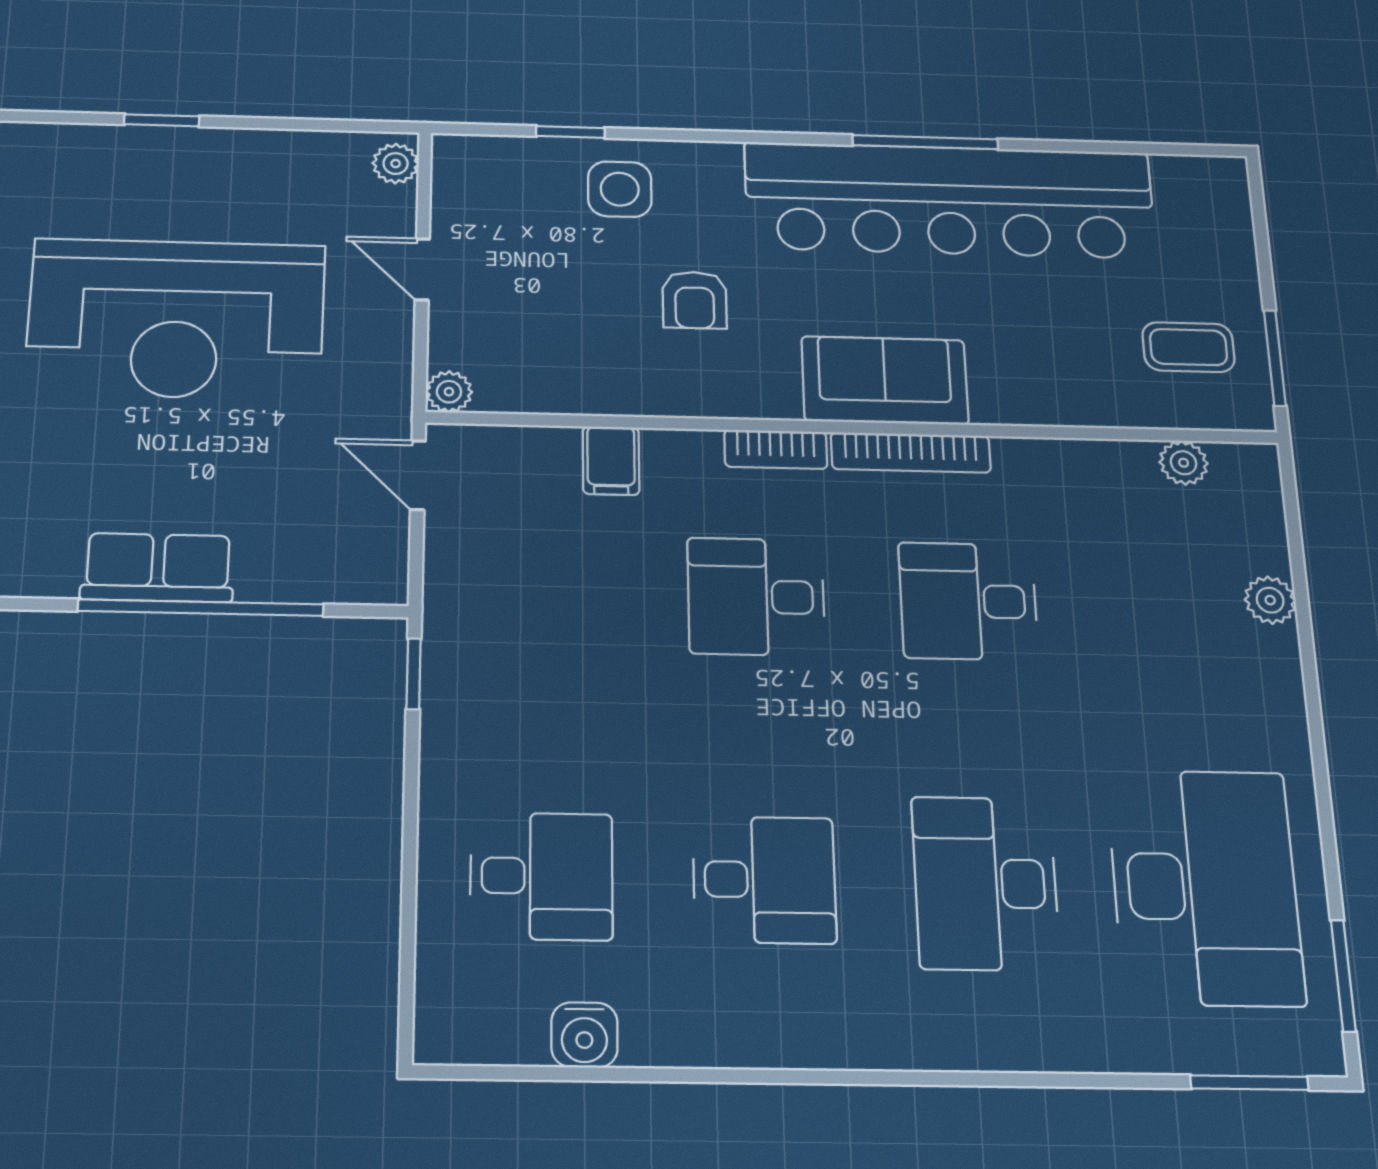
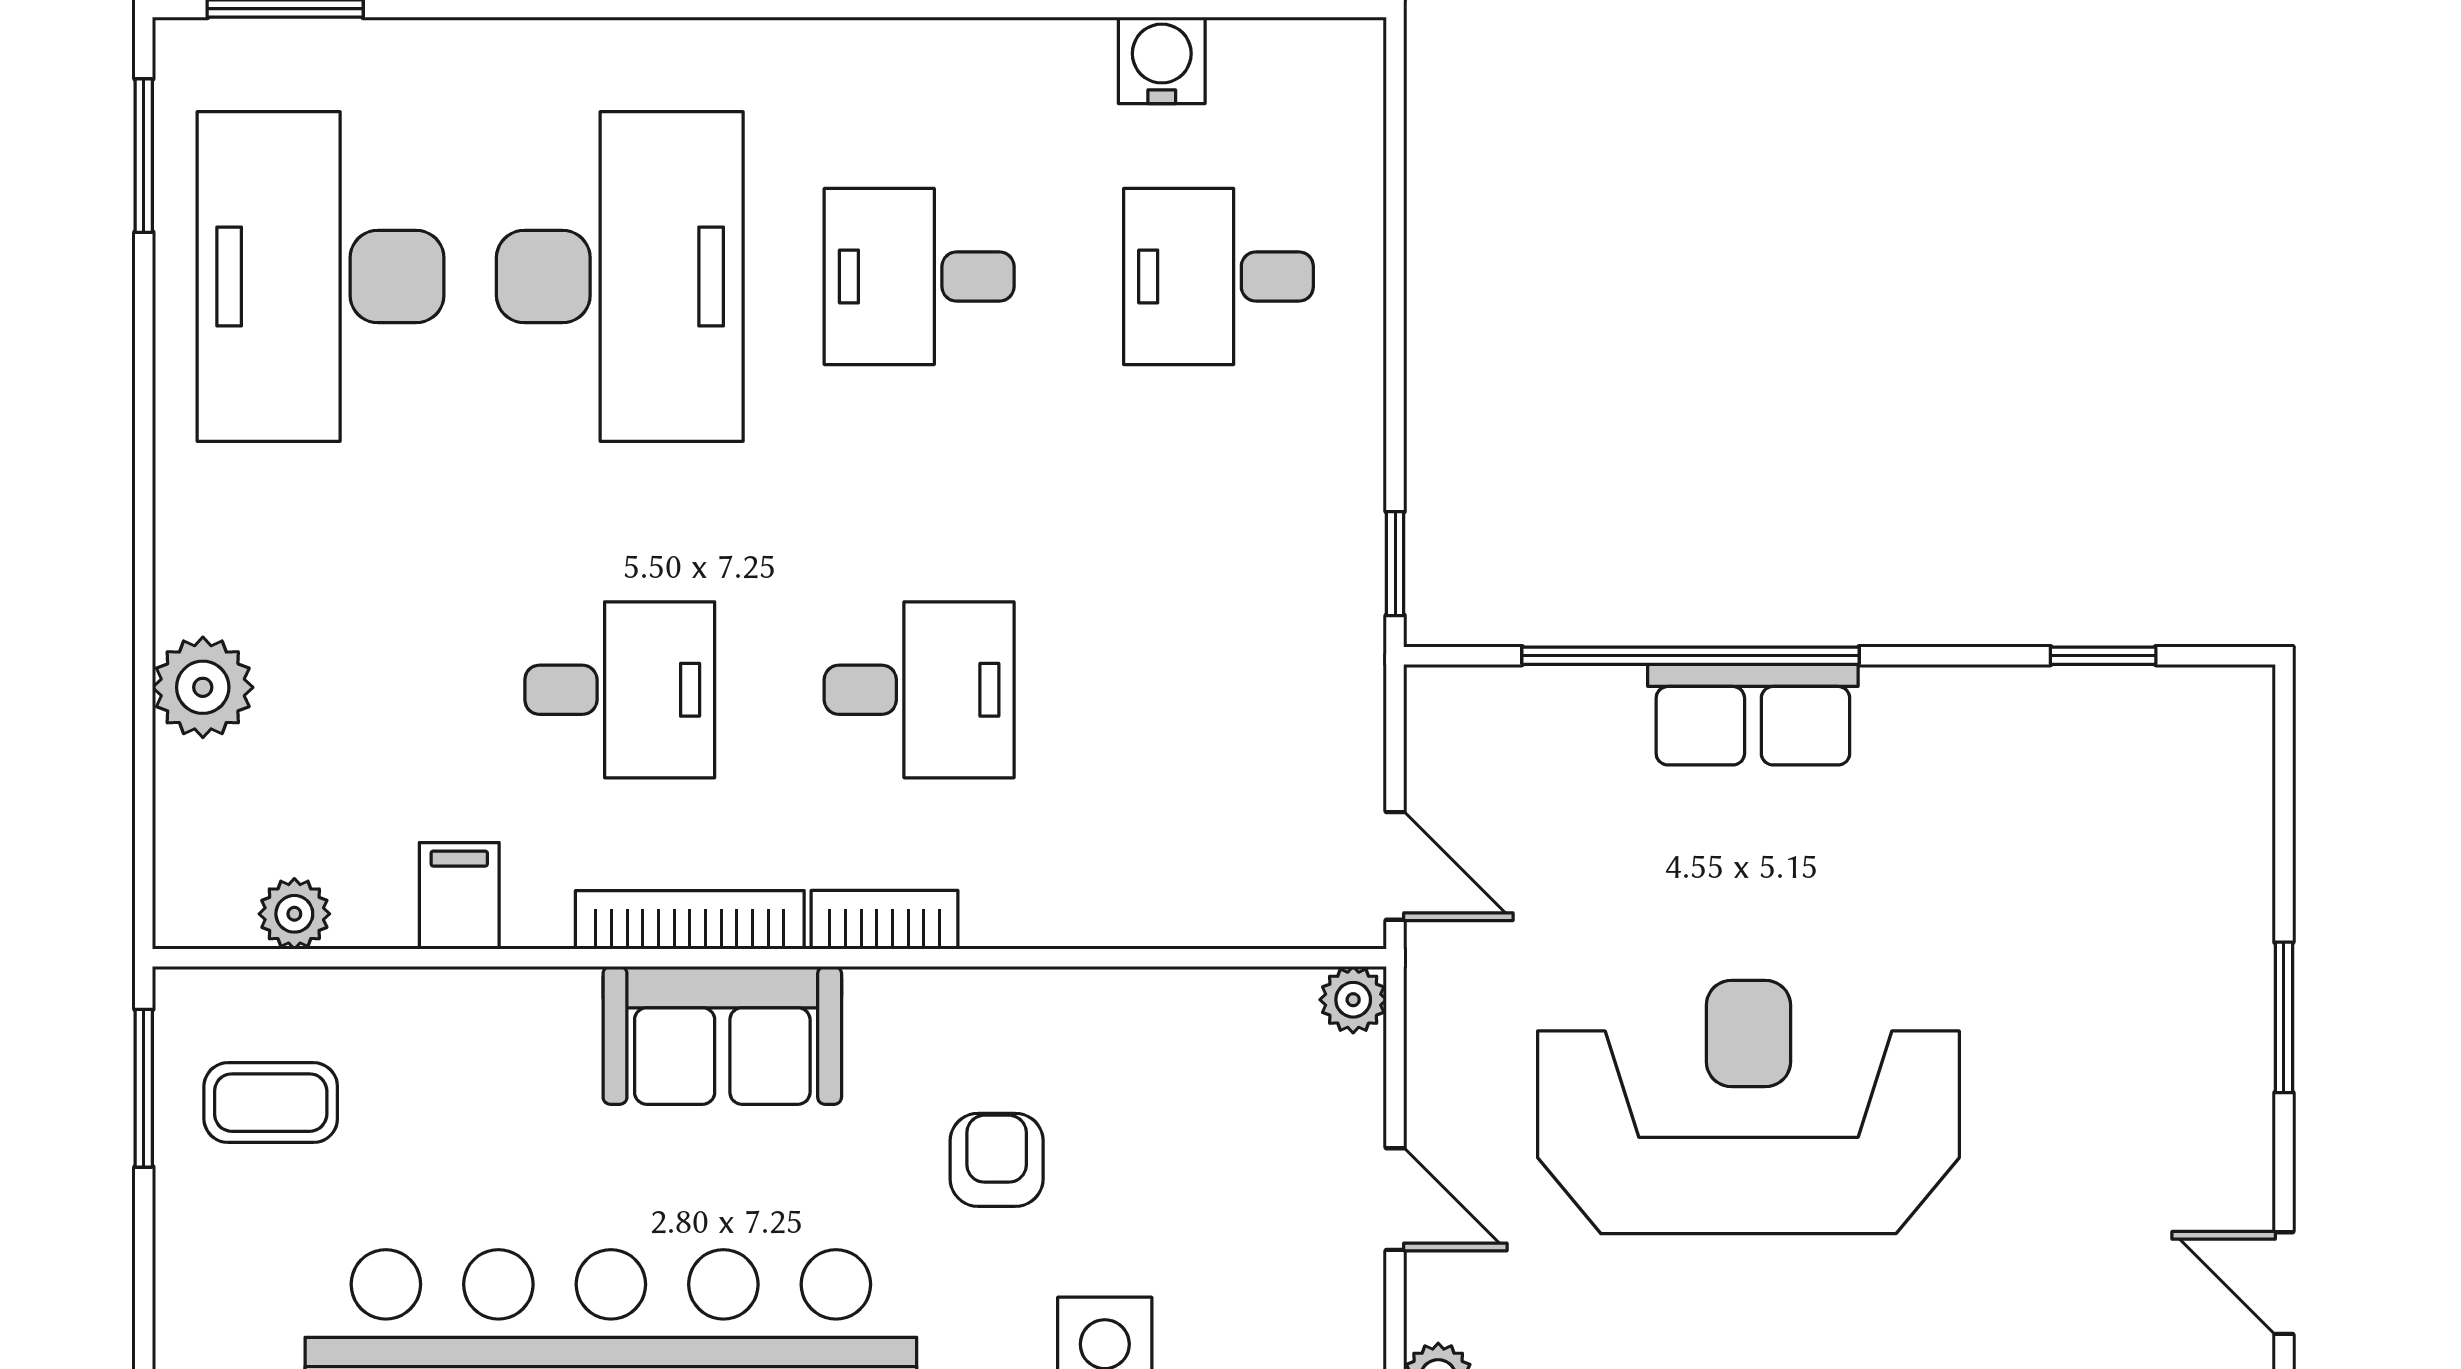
filing cabinet: (611, 461) -> (459, 896), moved
plant: (1270, 600) -> (203, 687), width x1.38, depth x1.38
desk: (985, 883) -> (620, 277), width x1.36, depth x1.30

